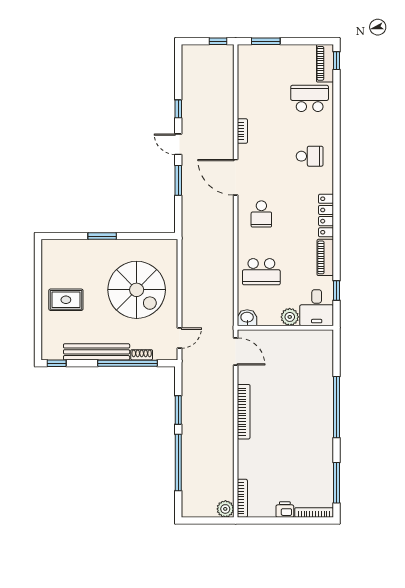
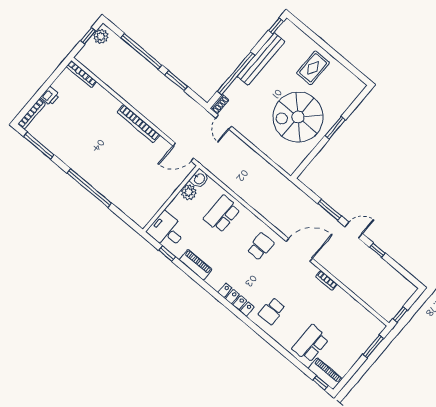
school desk: (310, 98) -> (310, 344), turned 180
school desk: (261, 214) -> (260, 246), turned 90
locker: (326, 216) -> (236, 300), moved
spiral stairs: (137, 290) -> (298, 117), moved
plant: (290, 317) -> (189, 192), moved
shoe rack: (142, 355) -> (220, 104), moved
plant: (225, 509) -> (101, 36), moved
window: (204, 521) -> (88, 36), added

